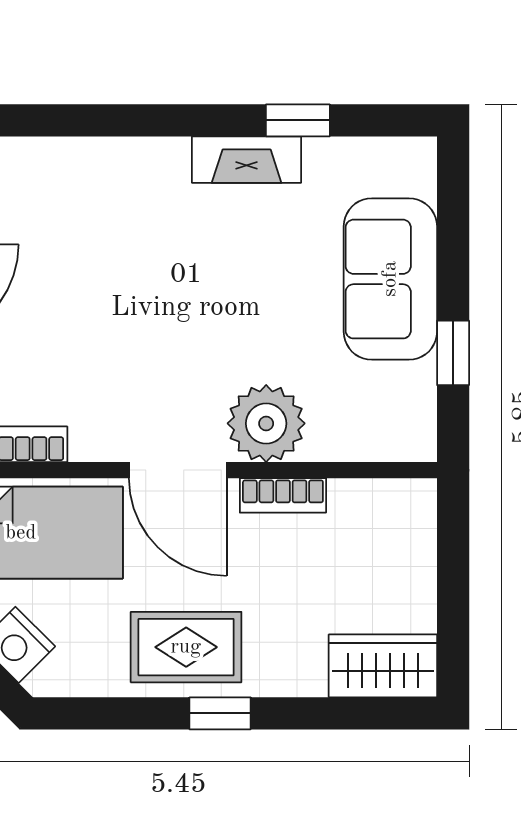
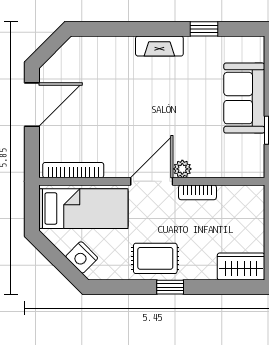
fireplace: (247, 160) -> (159, 46), moved
plant: (266, 423) -> (182, 169), width x0.53, depth x0.53
door: (178, 470) -> (152, 181), swing flipped

